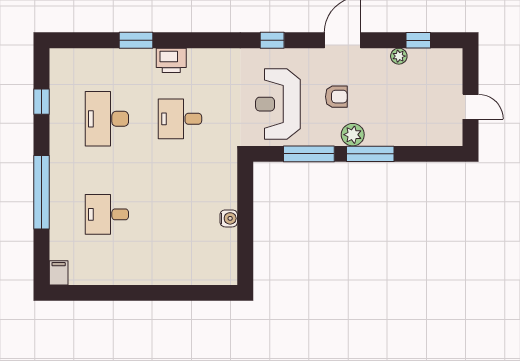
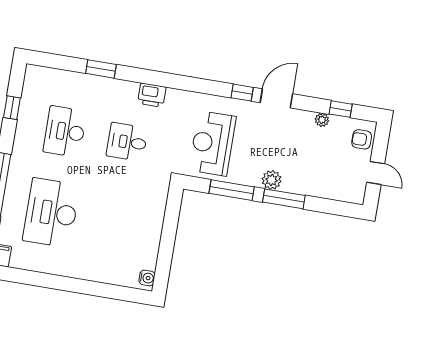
window: (272, 40) -> (242, 93), moved
printer: (171, 60) -> (152, 95), moved
armchair: (336, 97) -> (362, 139), moved, turned 180
desk: (107, 214) -> (51, 213), width x1.87, depth x1.30
water cooler: (229, 218) -> (147, 278), moved

